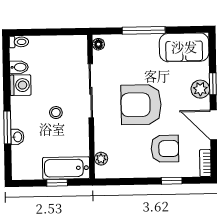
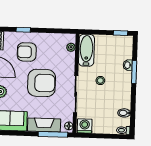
window: (144, 30) -> (53, 134), moved
fireplace: (134, 44) -> (44, 125), added
washing machine: (20, 85) -> (85, 126), moved, turned 90
bathtub: (66, 168) -> (86, 50), moved, turned -90
window: (57, 183) -> (121, 33), moved

